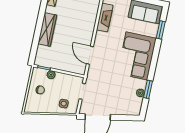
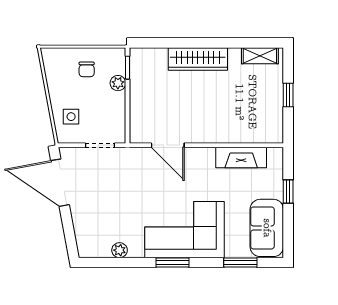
door: (90, 55) -> (168, 145), swing flipped
window: (148, 89) -> (172, 263), moved

